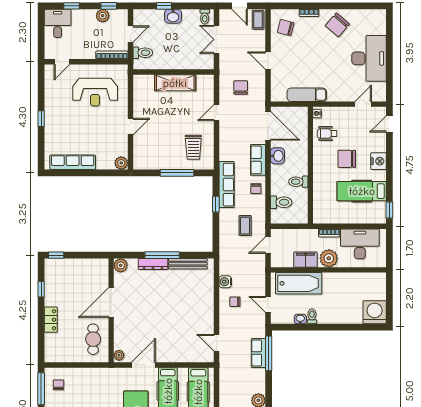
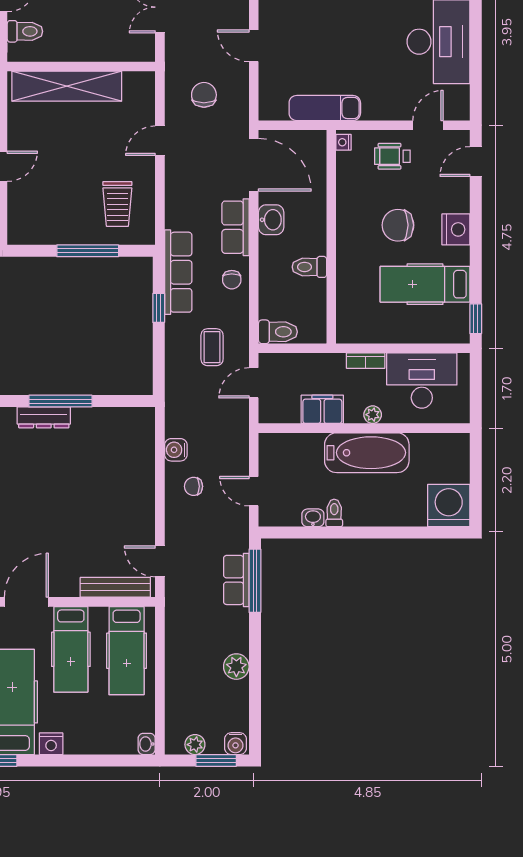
shelving: (175, 83) -> (67, 86), width x1.47
wheelchair: (327, 134) -> (392, 156), moved
toilet: (281, 202) -> (278, 332), moved
plant: (329, 258) -> (373, 415), width x0.53, depth x0.53
bench: (188, 264) -> (115, 587), moved
bathtub: (299, 283) -> (367, 453), moved

